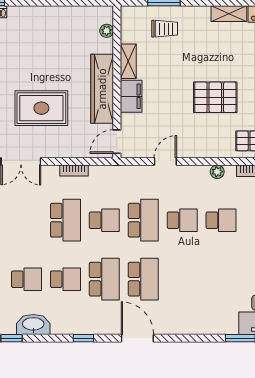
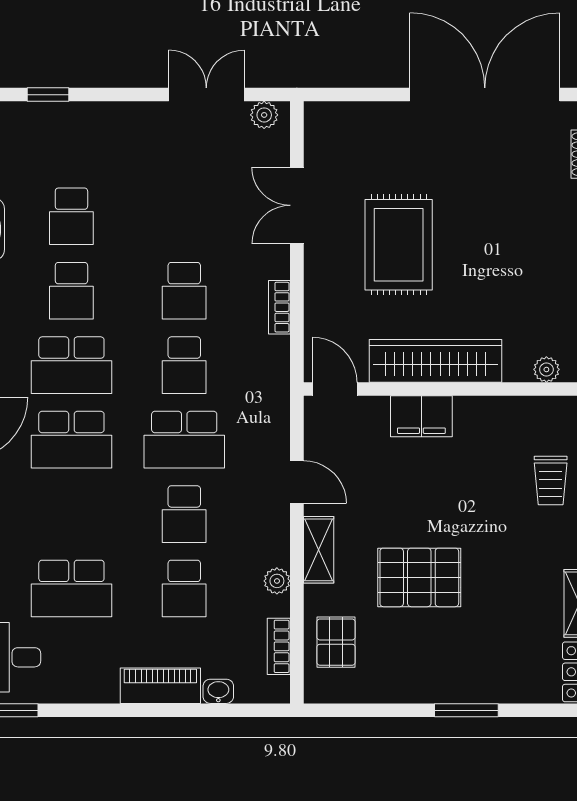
shelving: (128, 61) -> (319, 550), moved, turned 90
pallet: (215, 97) -> (419, 577), turned 90
school desk: (65, 220) -> (184, 291), width x0.54
school desk: (221, 279) -> (71, 589), added

